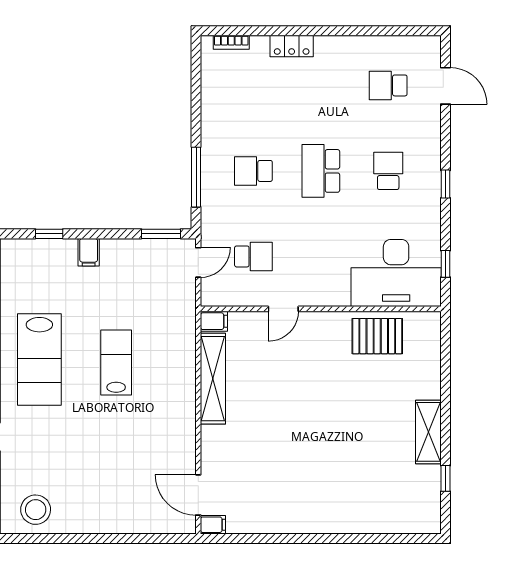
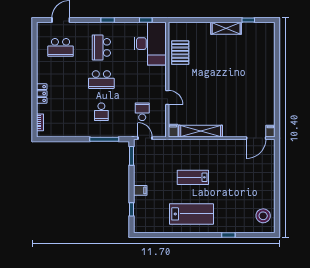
school desk: (388, 85) -> (61, 47), width x1.85
school desk: (388, 171) -> (101, 47), width x1.85

